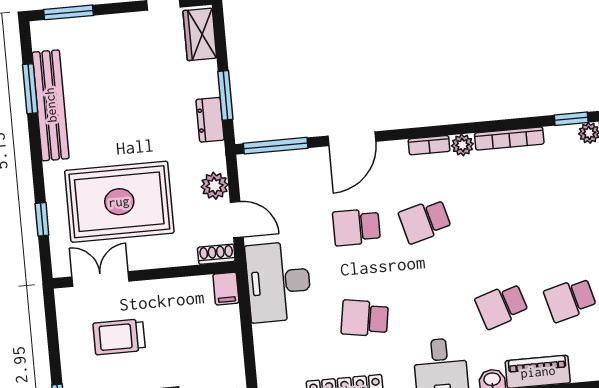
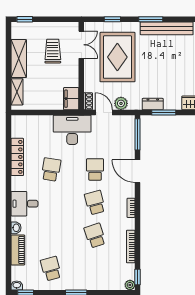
window: (30, 89) -> (151, 19), moved
plant: (462, 145) -> (130, 224), removed
door: (237, 220) -> (104, 113), swing flipped
filing cabinet: (226, 289) -> (71, 99), width x2.00
school desk: (502, 306) -> (95, 236), moved

